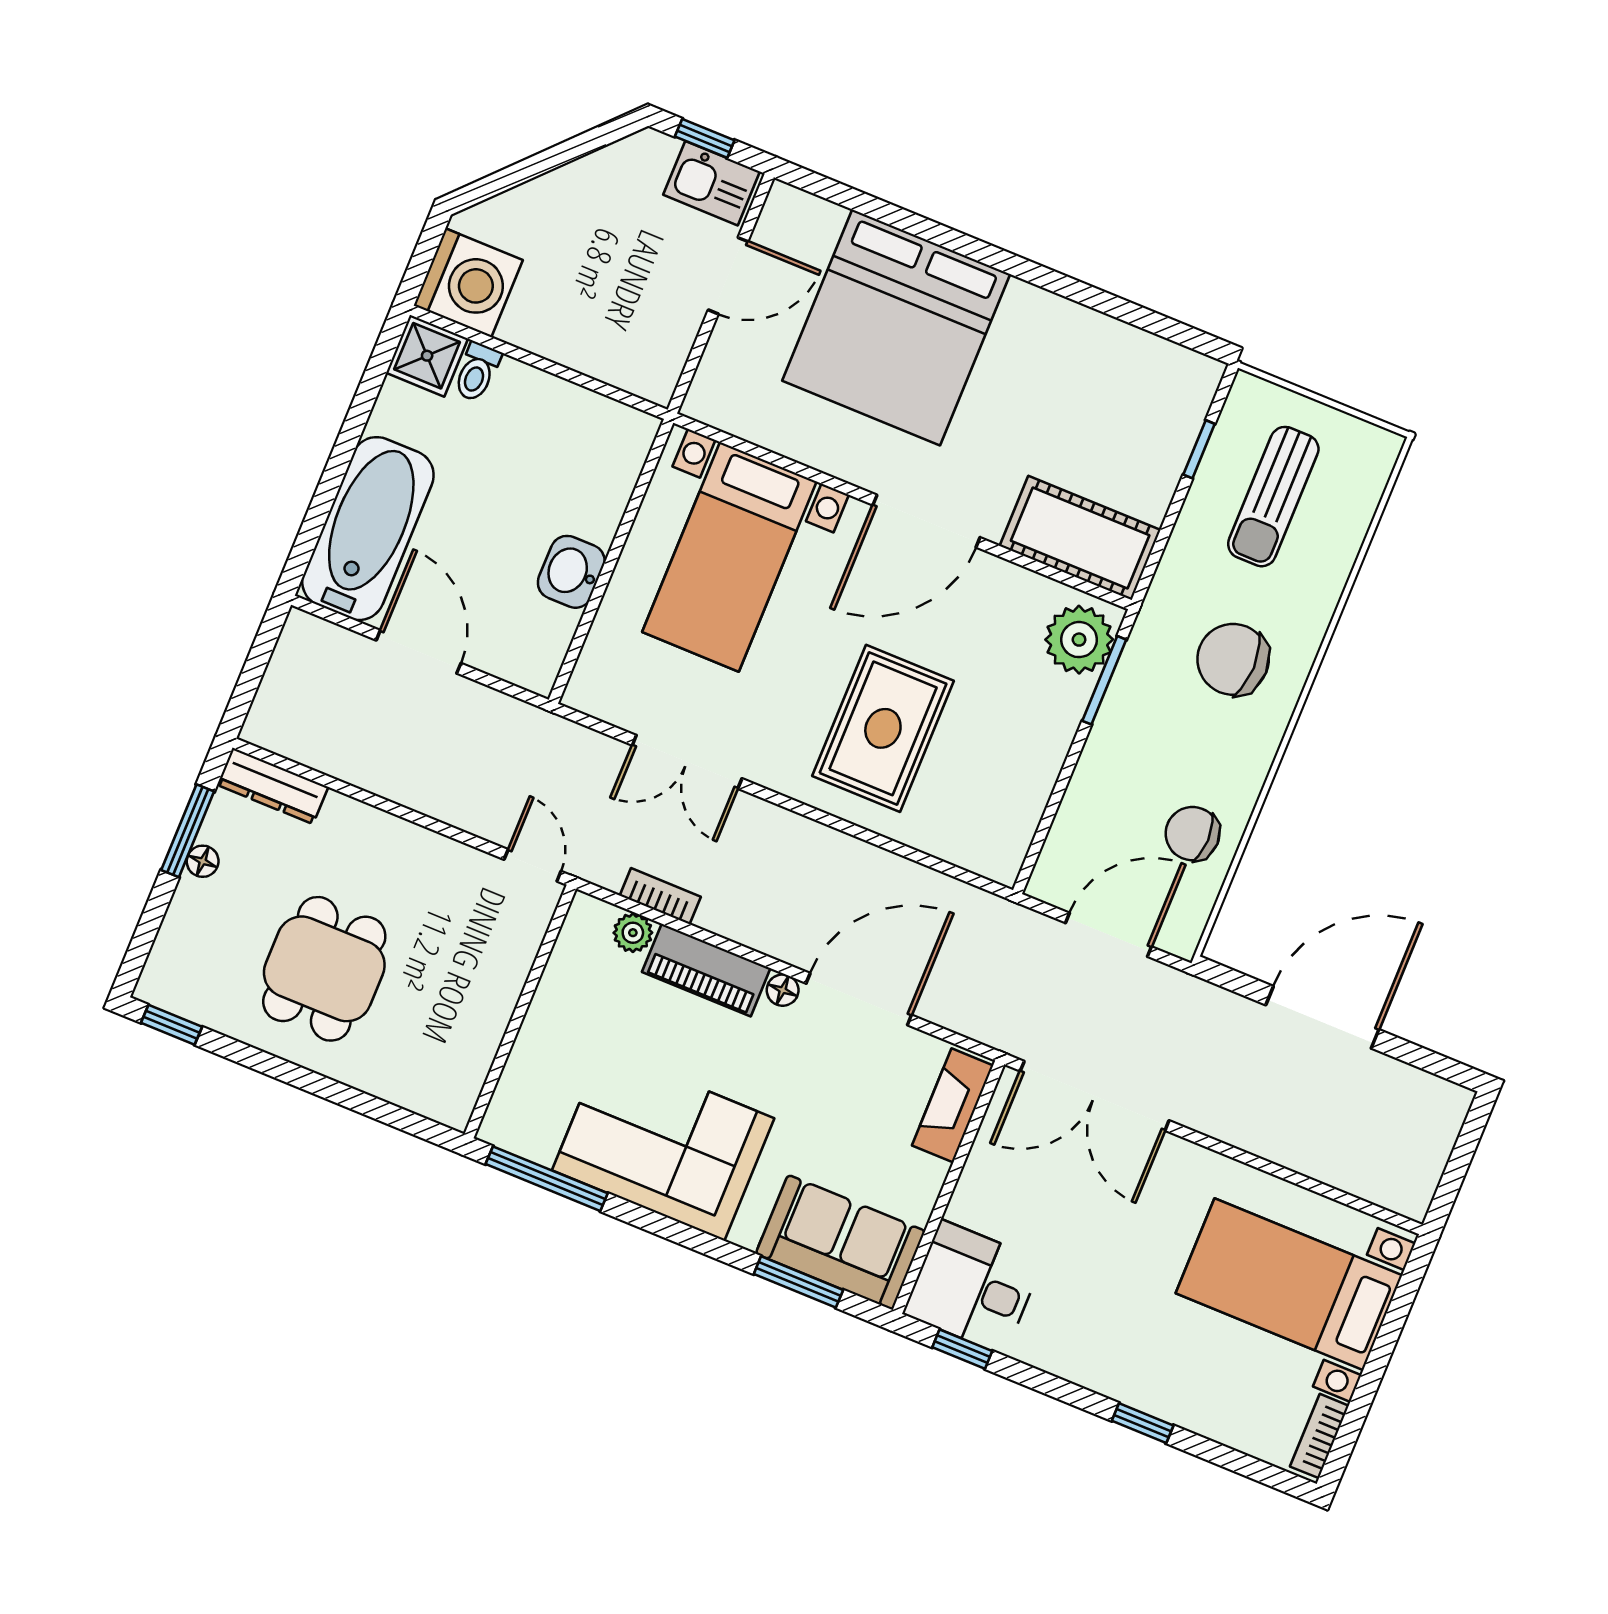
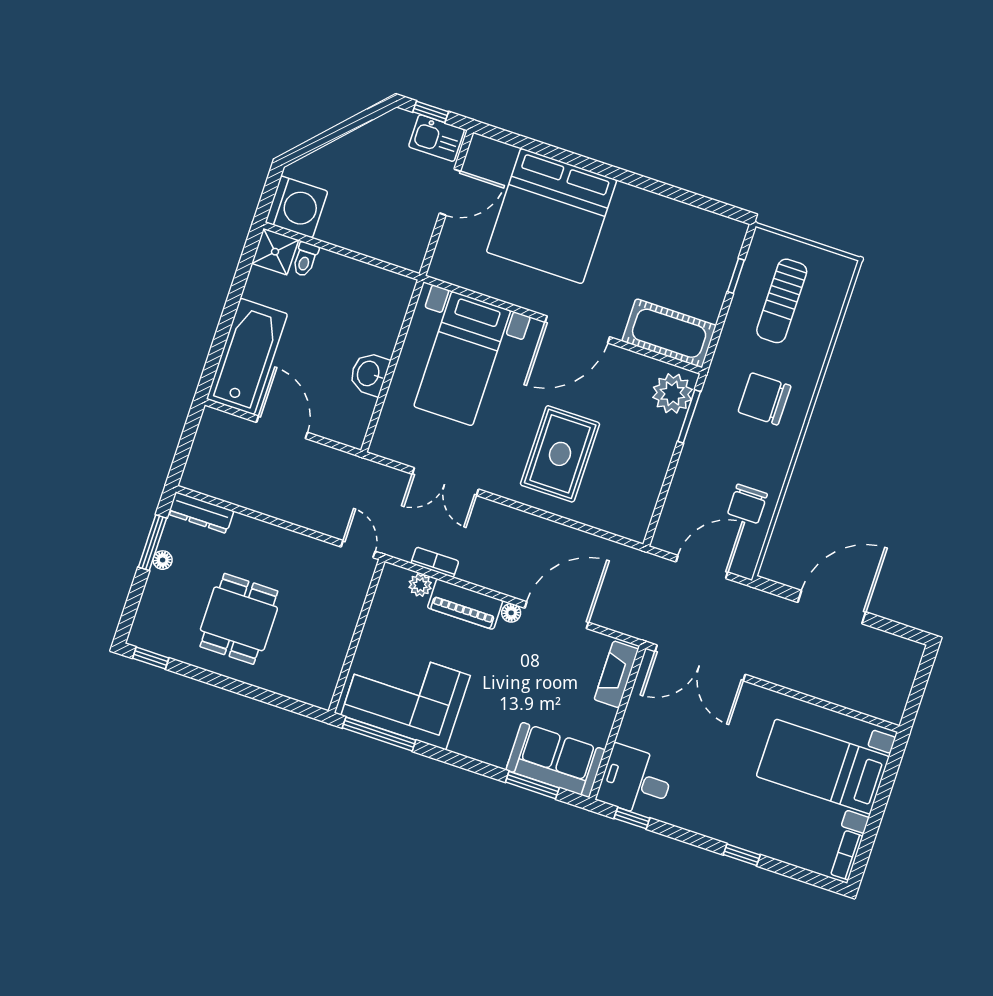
chair: (1193, 834) -> (748, 504), turned -90
corner sofa: (663, 1144) -> (406, 695), moved

